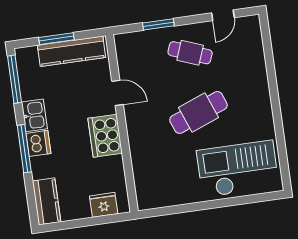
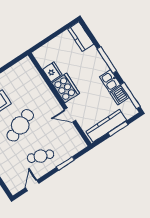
dishwasher: (38, 143) -> (120, 95), moved
fridge: (104, 205) -> (52, 72), moved, turned -90

